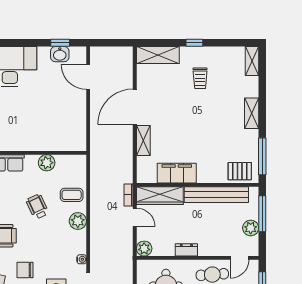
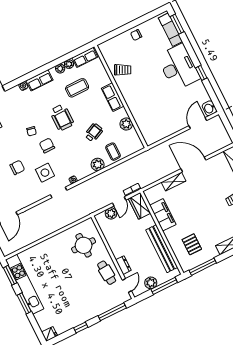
window: (60, 43) -> (201, 73), moved
washbasin: (60, 54) -> (209, 108), moved
pallet: (240, 171) -> (192, 244), moved
wardrobe: (160, 196) -> (139, 206), width x0.67
plant: (144, 249) -> (111, 213), moved
dresser: (186, 250) -> (123, 265), moved
door: (240, 258) -> (127, 285), swing flipped

